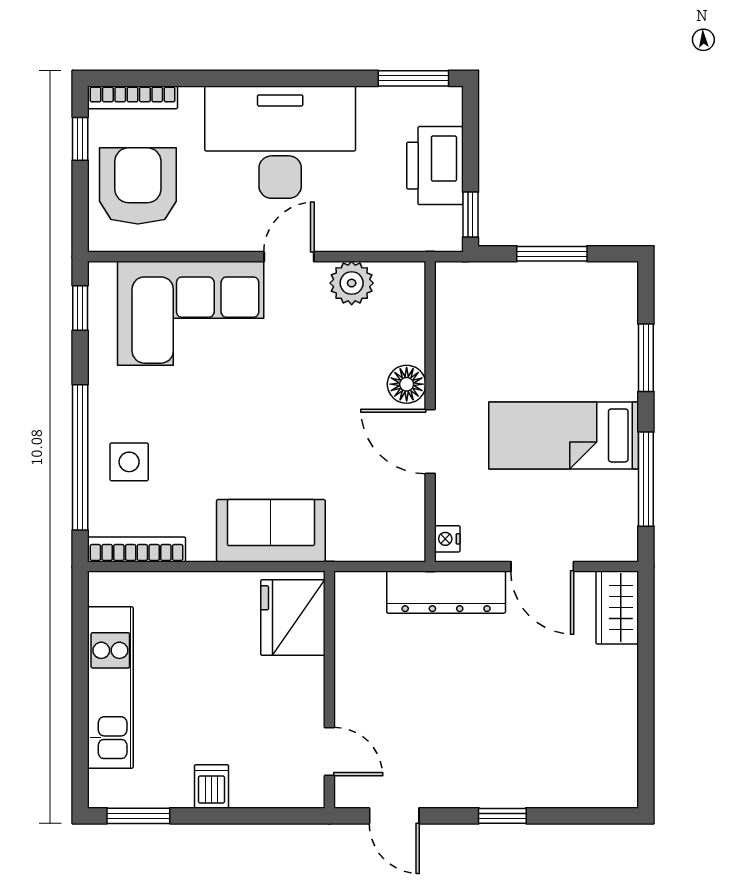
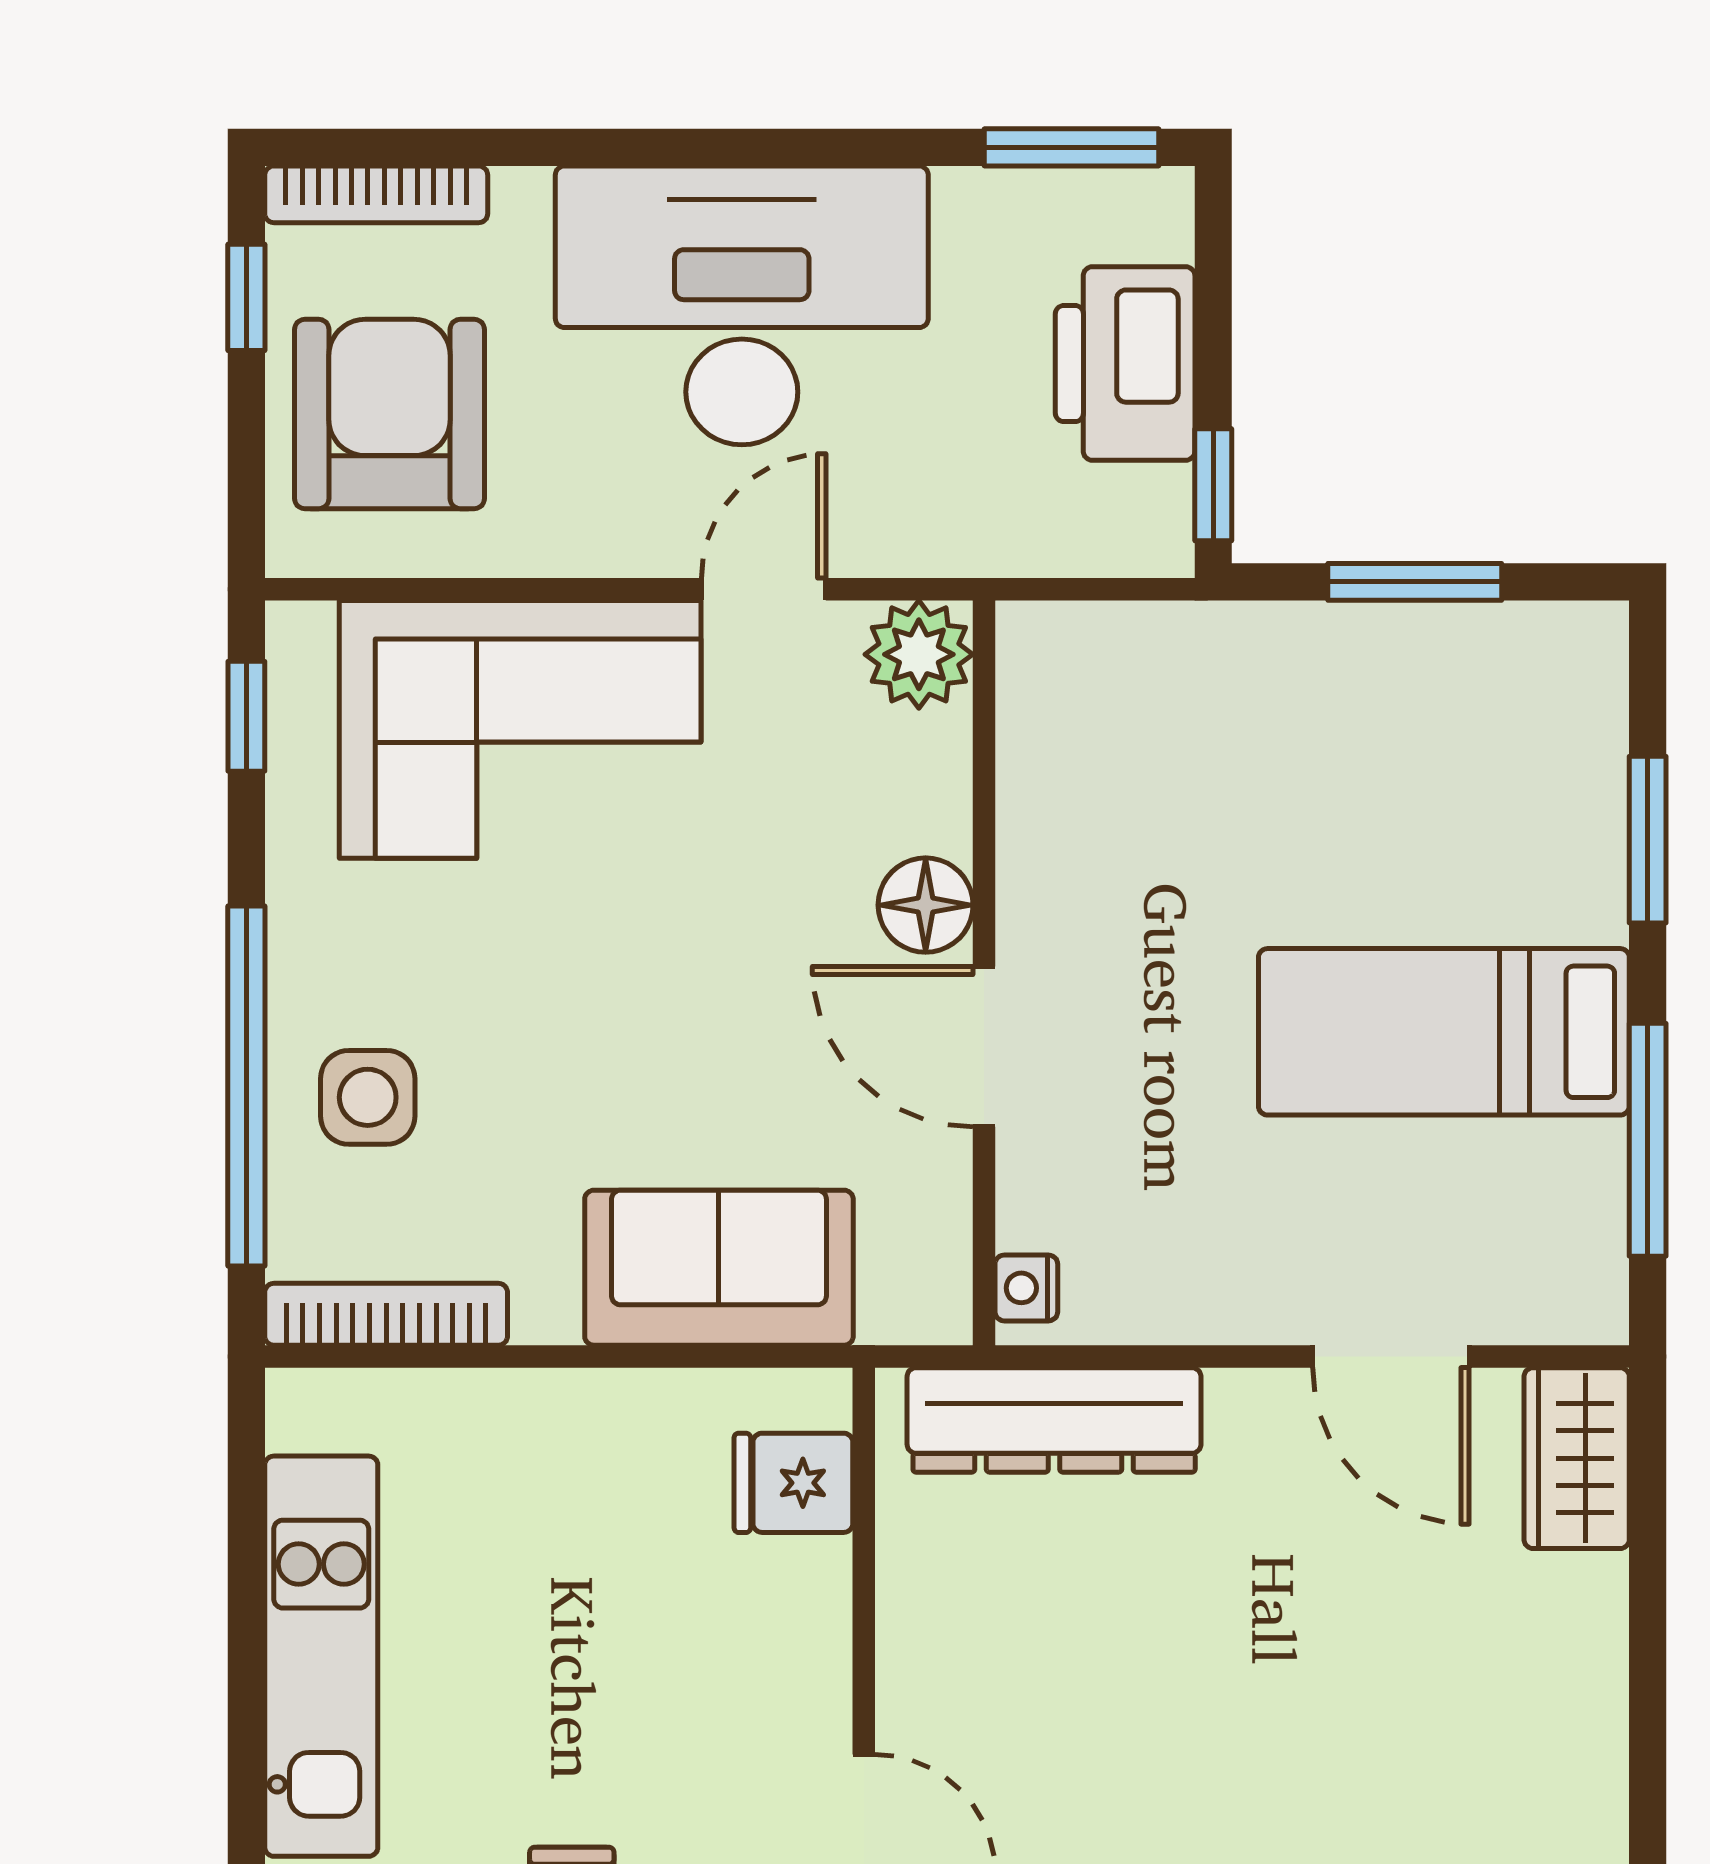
floor lamp: (407, 384) -> (926, 905), moved
wall: (430, 412) -> (984, 973), moved
door: (430, 441) -> (984, 1047), moved
nightstand: (447, 539) -> (1026, 1288), moved
dresser: (446, 592) -> (1054, 1420), moved
fridge: (293, 618) -> (793, 1483), width x0.53, depth x0.75

